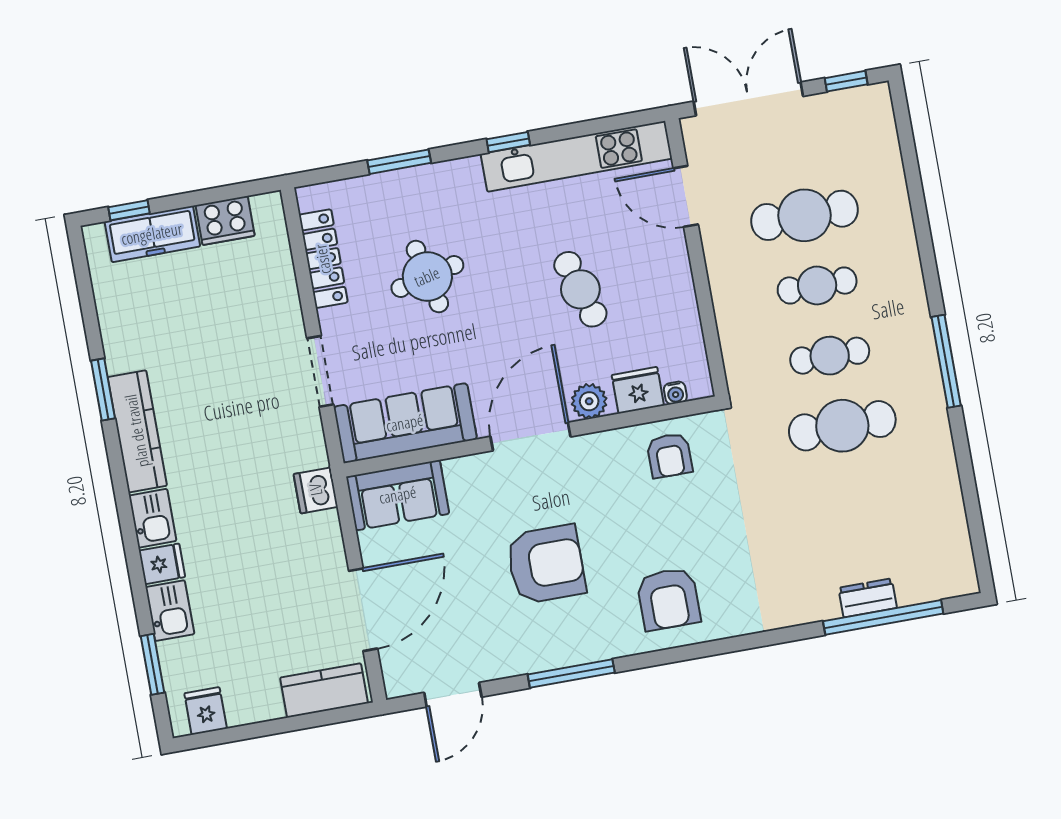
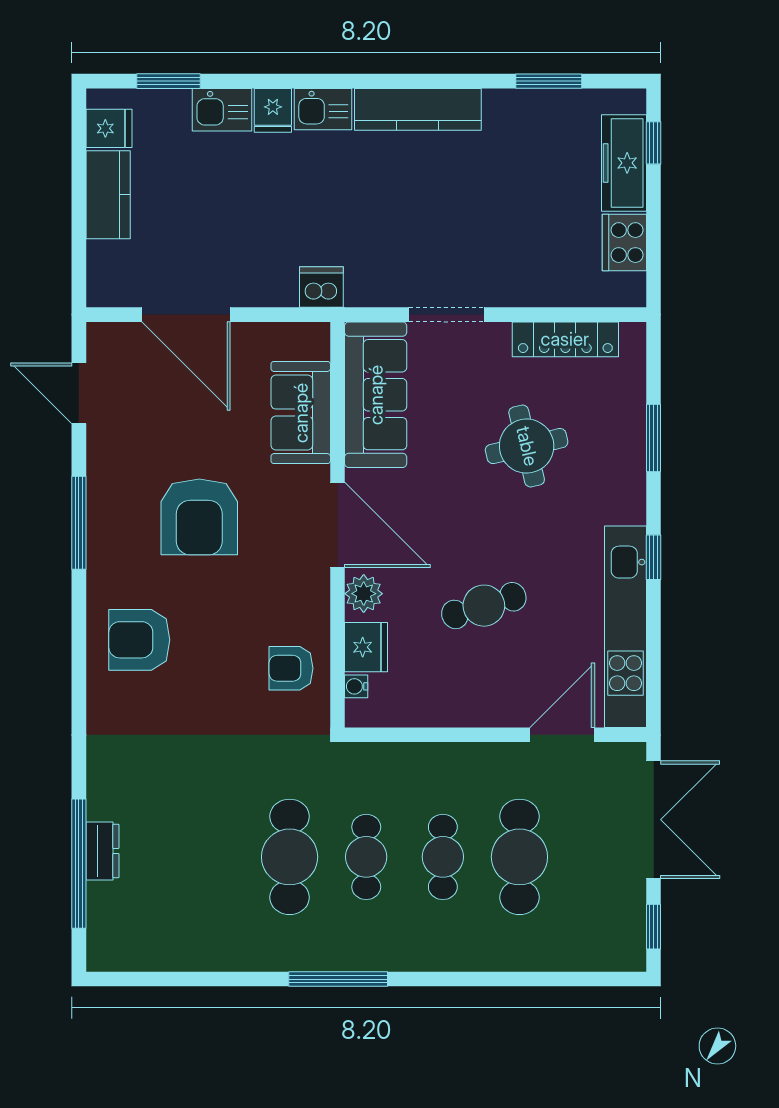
window: (103, 390) -> (549, 81), moved
sofa: (398, 495) -> (301, 413), moved
kitchen counter: (324, 690) -> (108, 195), moved

